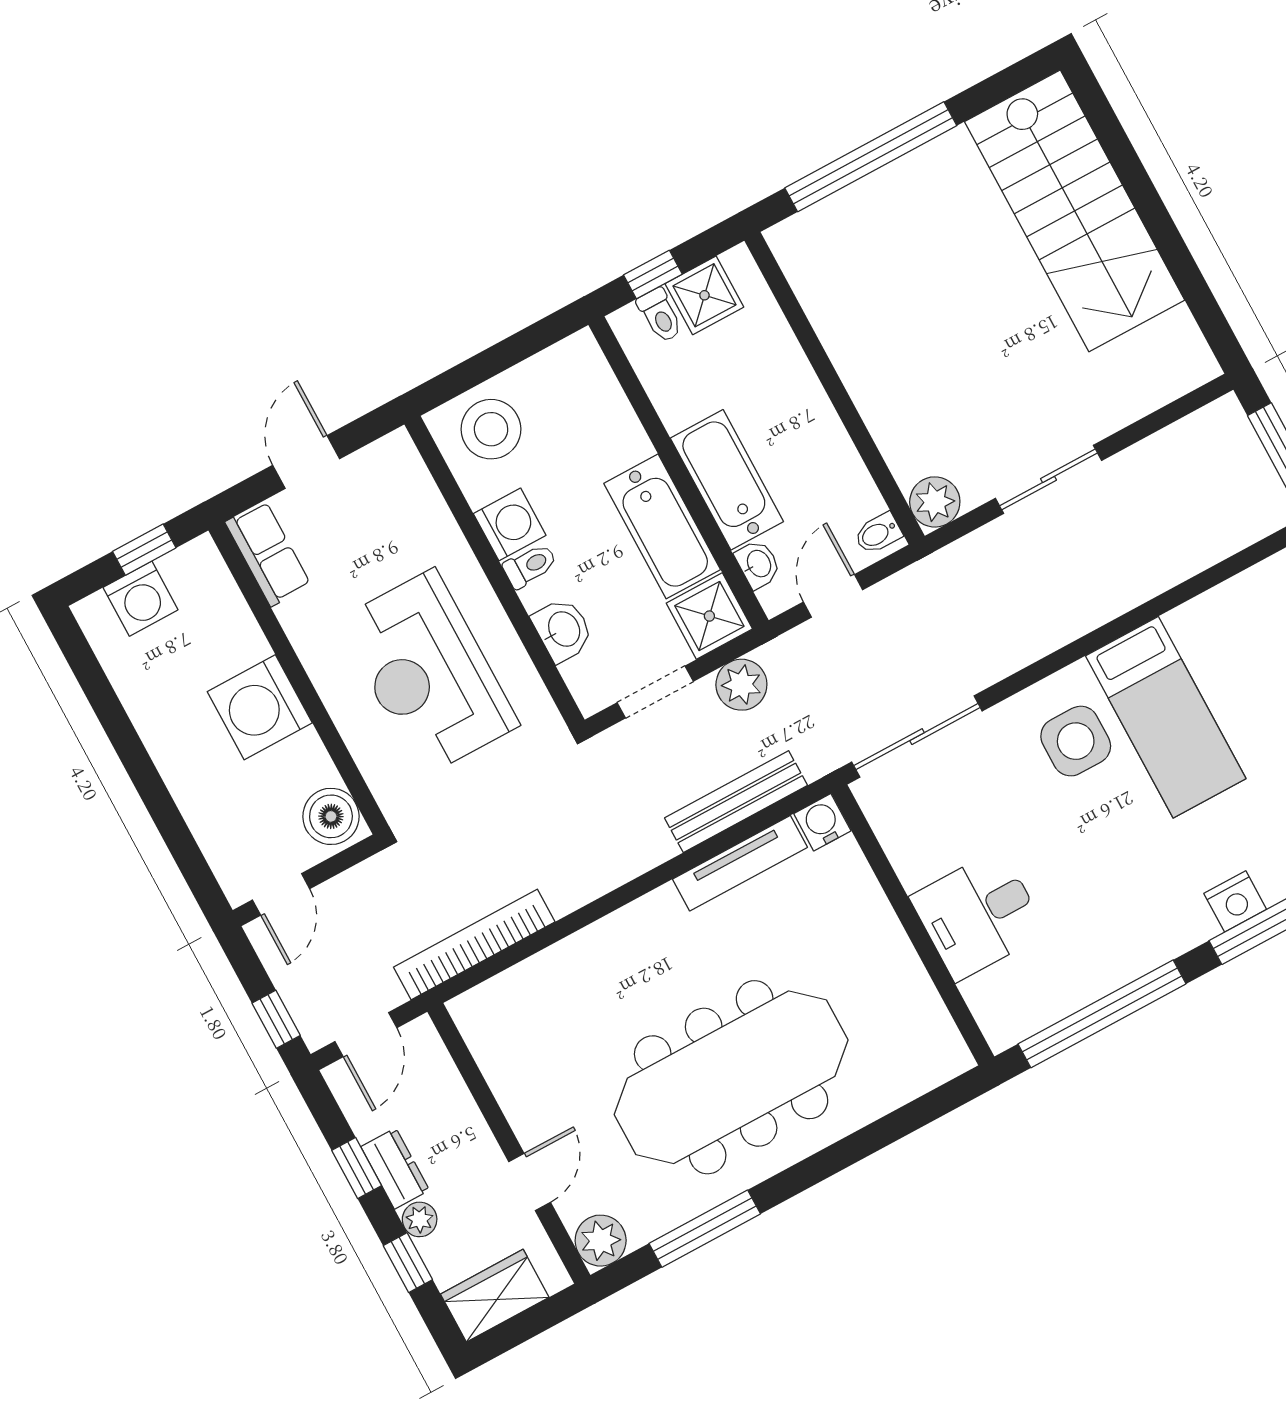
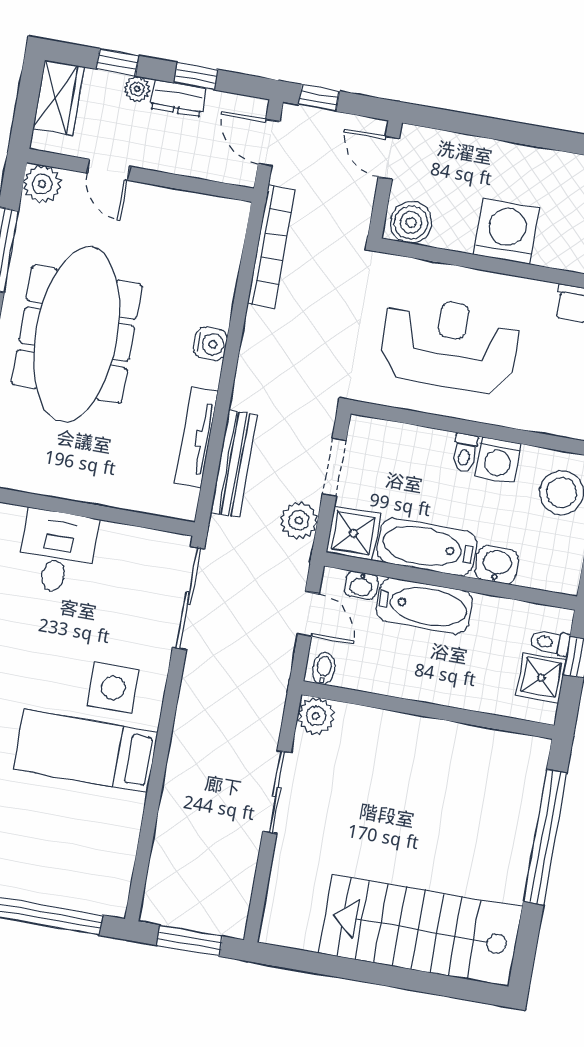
washbasin: (563, 630) -> (497, 565), moved, turned 180
water cooler: (822, 822) -> (211, 344), moved

